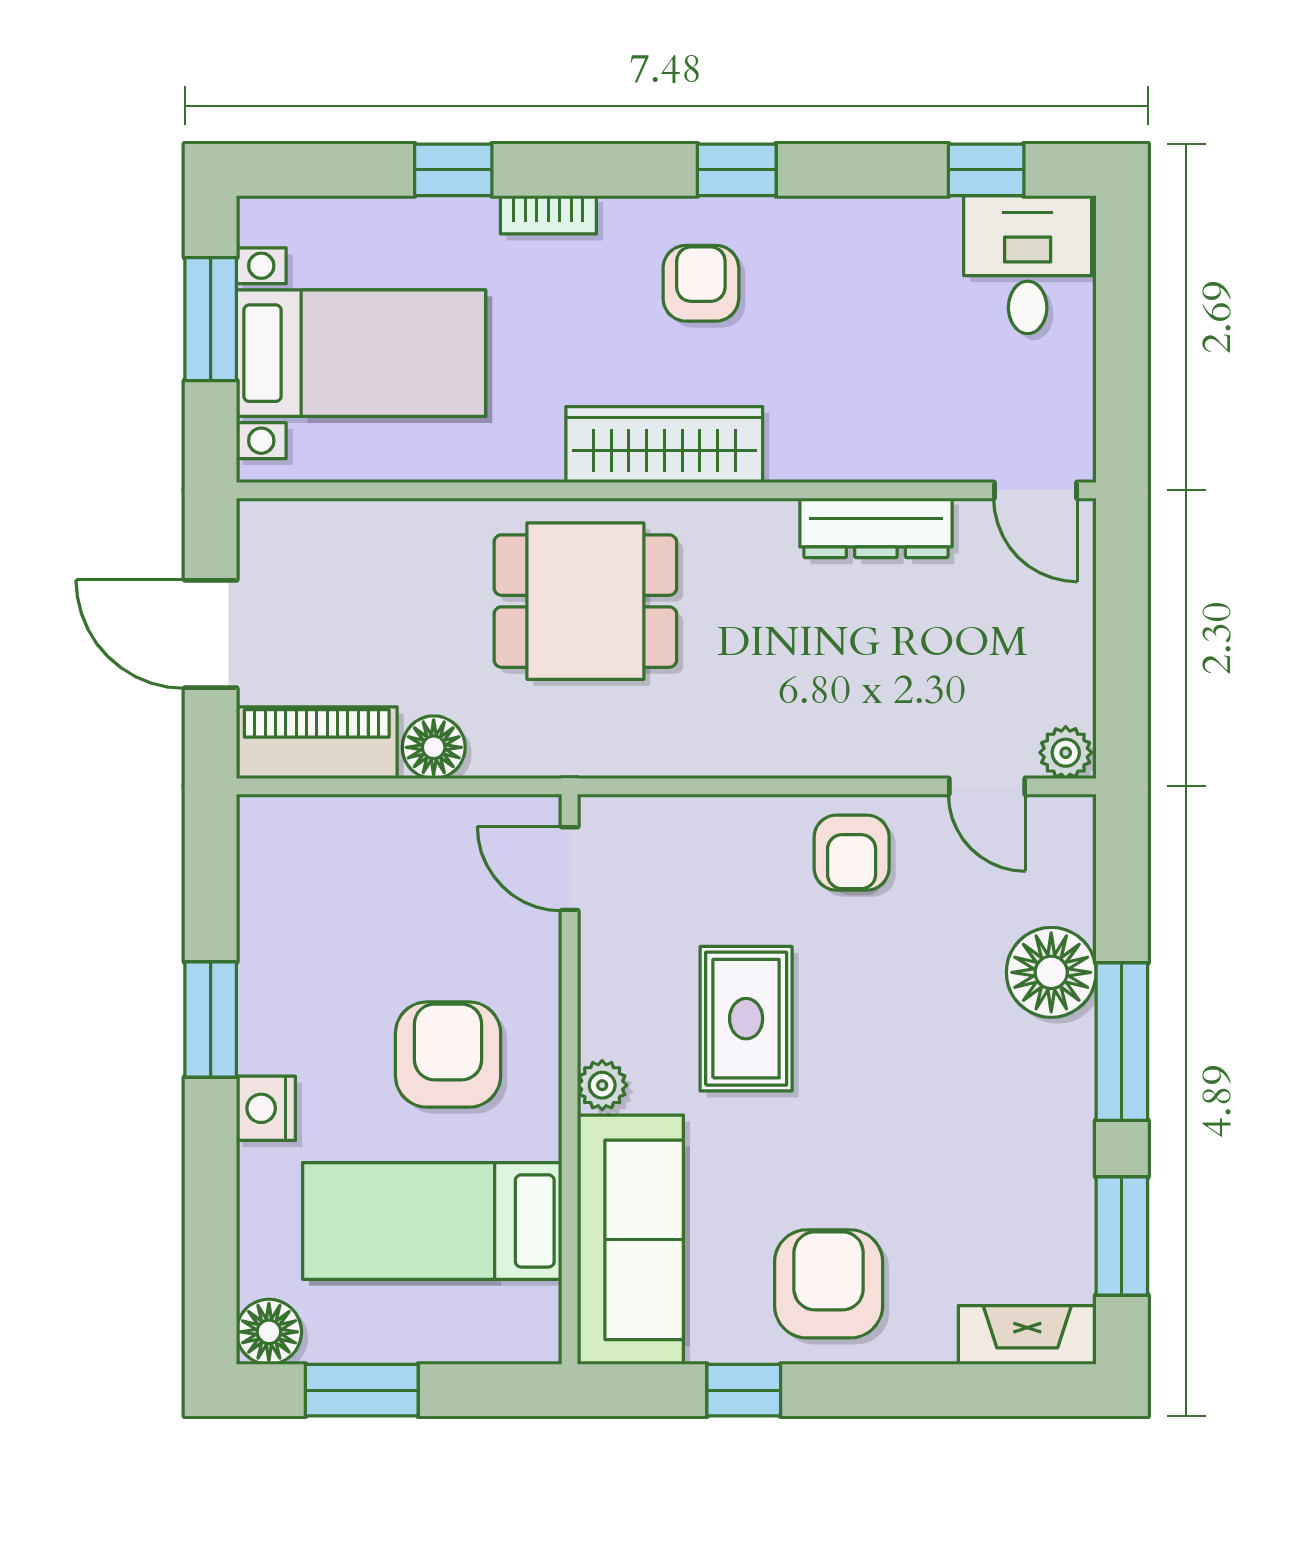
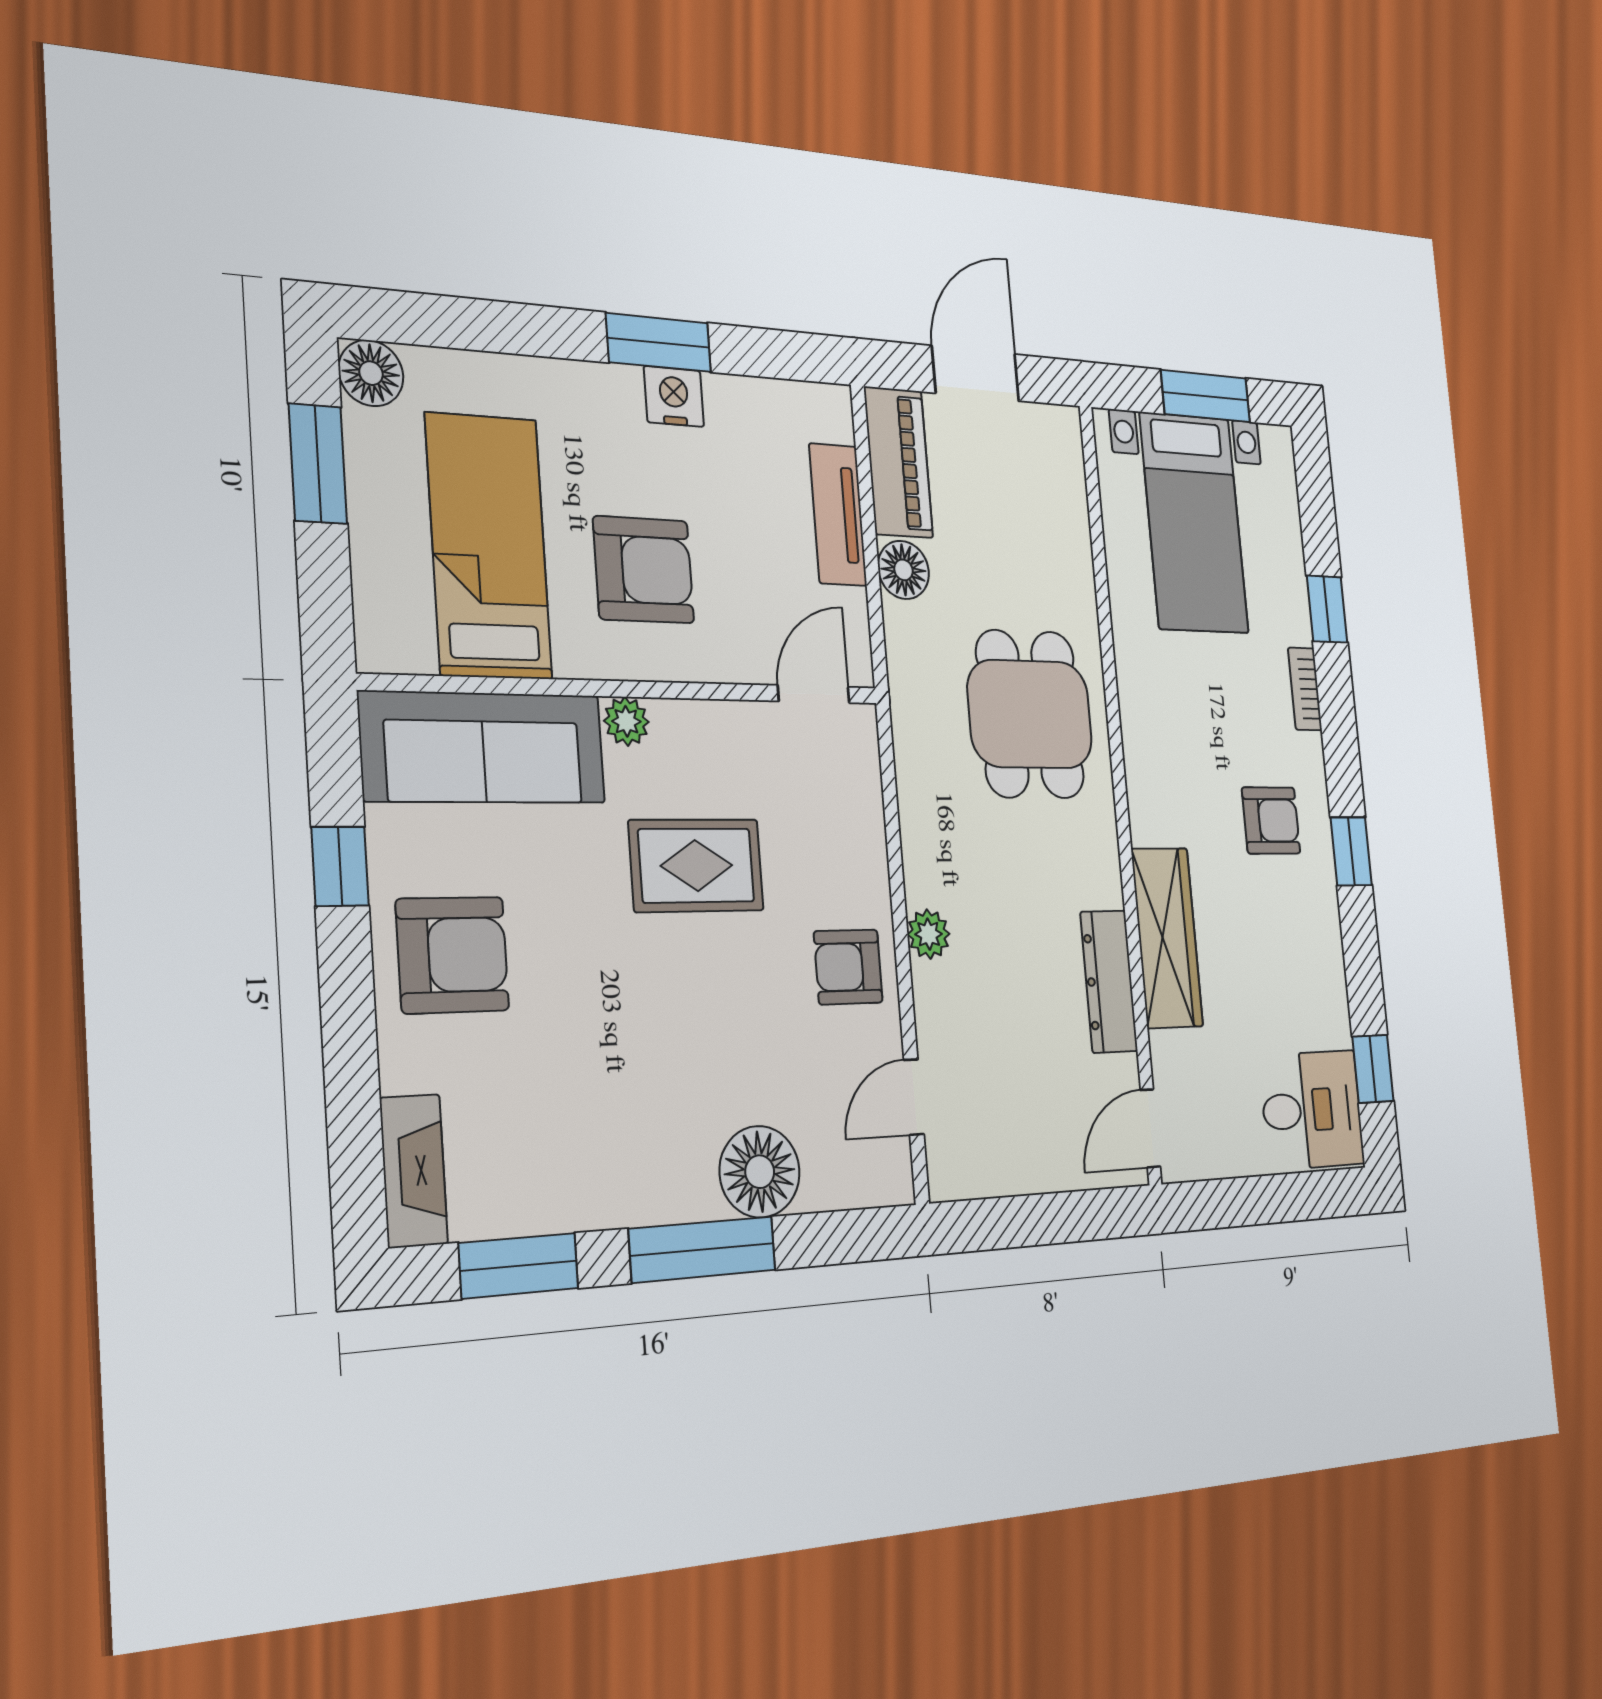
wardrobe: (664, 445) -> (1167, 938), moved
plant: (1066, 753) -> (929, 934), moved
tv unit: (378, 823) -> (838, 515), added
nightstand: (266, 1108) -> (674, 396), moved

